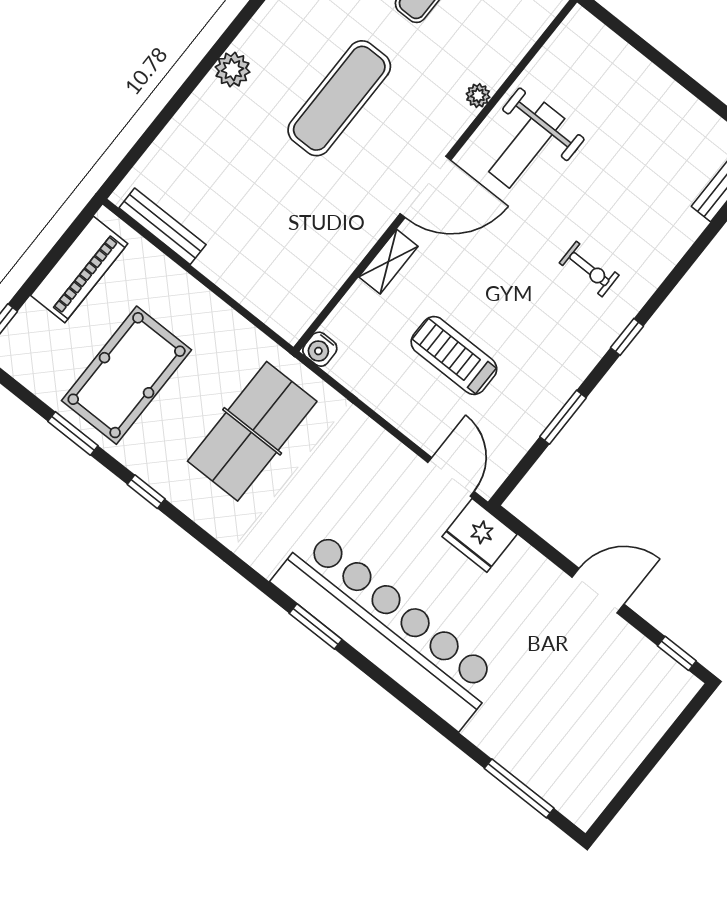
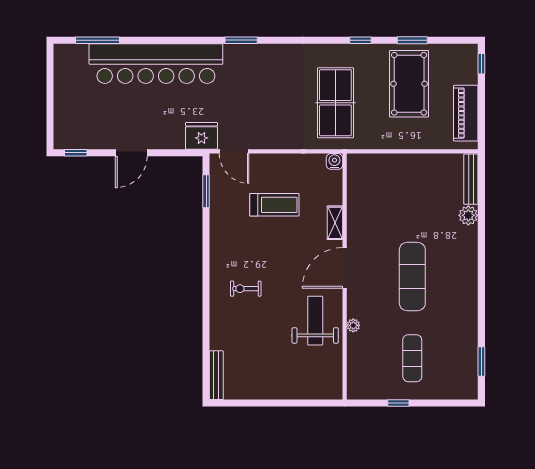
plant: (232, 70) -> (468, 215), moved
bench: (162, 226) -> (471, 179), moved, turned 90
window: (627, 337) -> (206, 272), removed
window: (563, 417) -> (206, 191), moved
bar counter: (387, 629) -> (156, 64), moved

